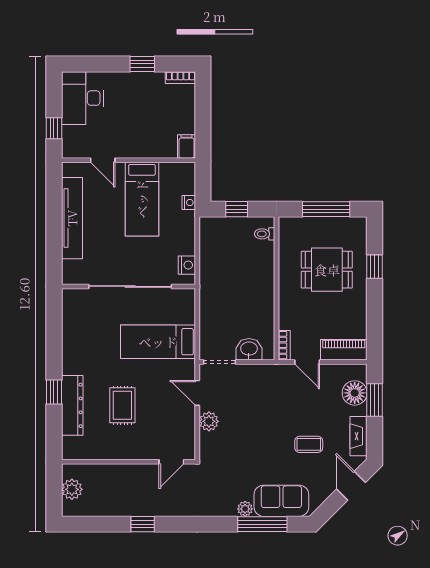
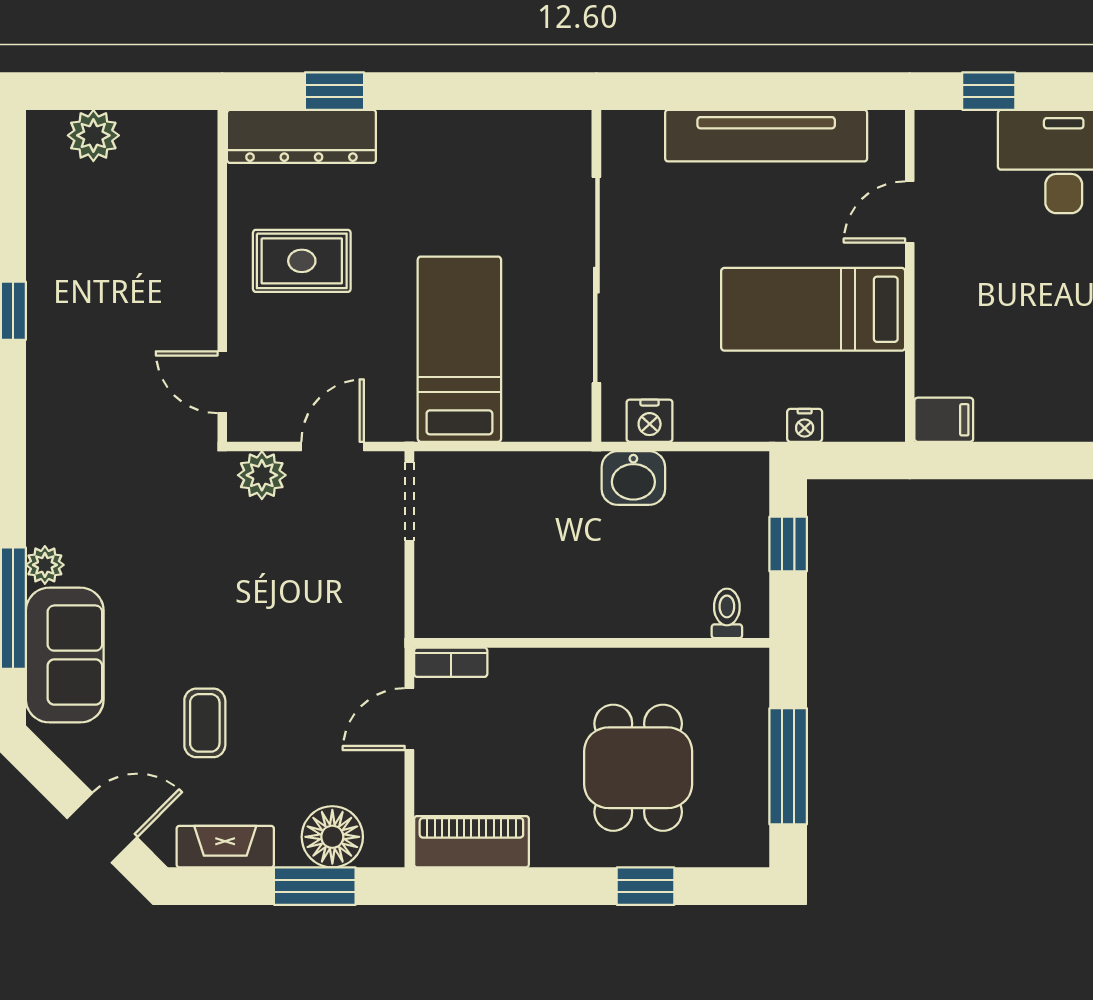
washbasin: (249, 349) -> (633, 478), moved, turned 90
piano: (344, 350) -> (471, 842), moved, turned -90
wall: (128, 462) -> (222, 276), moved
door: (171, 462) -> (222, 382), moved

